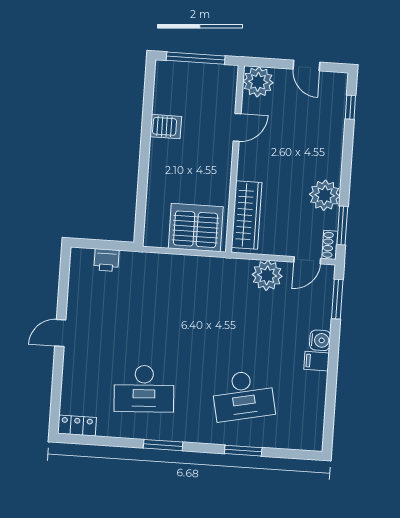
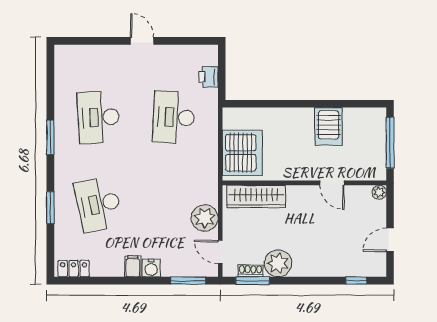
plant: (258, 82) -> (379, 192), width x0.53, depth x0.53
server rack: (166, 127) -> (329, 126), width x1.36, depth x1.44
shoe rack: (330, 245) -> (250, 271), moved
desk: (150, 303) -> (174, 117), added
locker: (77, 425) -> (74, 269), moved, turned -90

